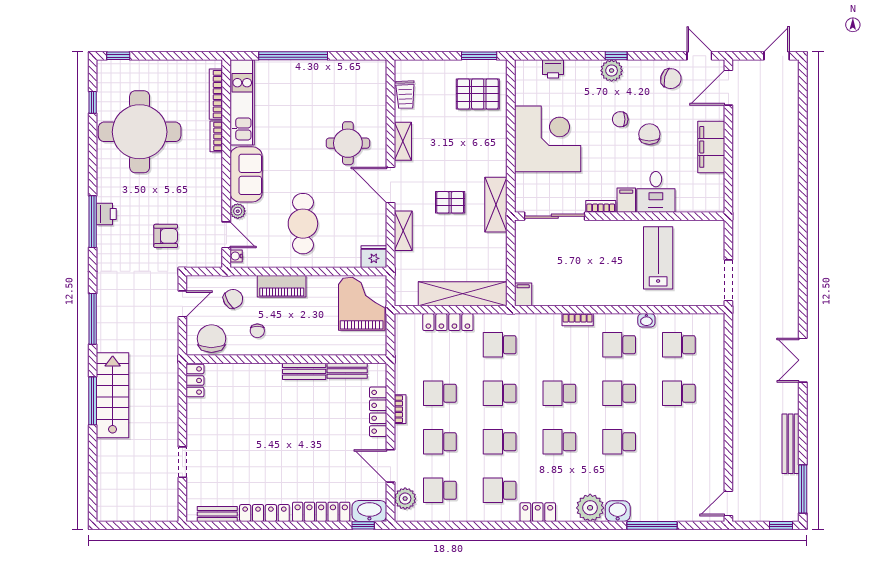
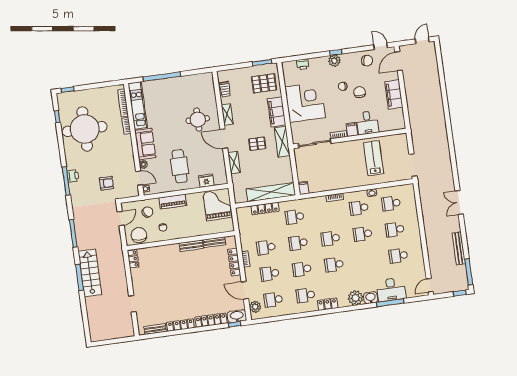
filing cabinet: (493, 149) -> (277, 112), added
fridge: (374, 257) -> (206, 181), moved
school desk: (619, 442) -> (398, 256), moved
desk: (657, 502) -> (391, 290), added

